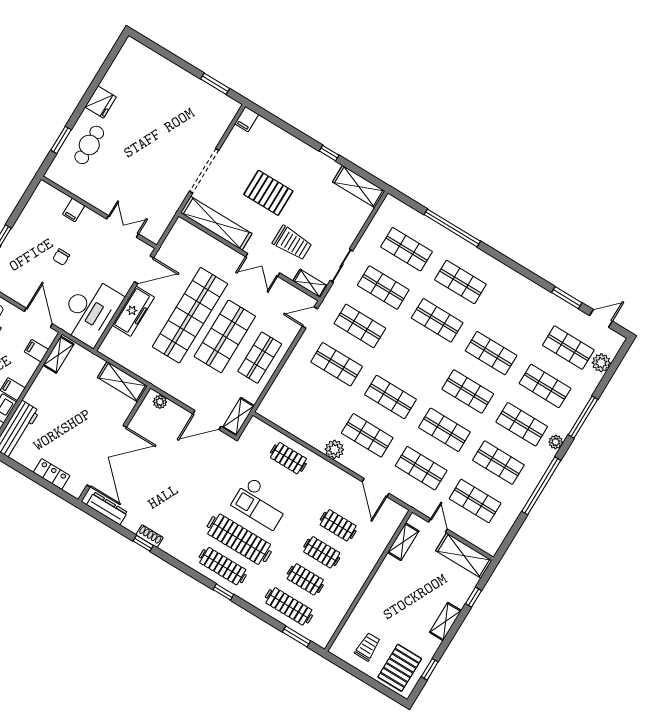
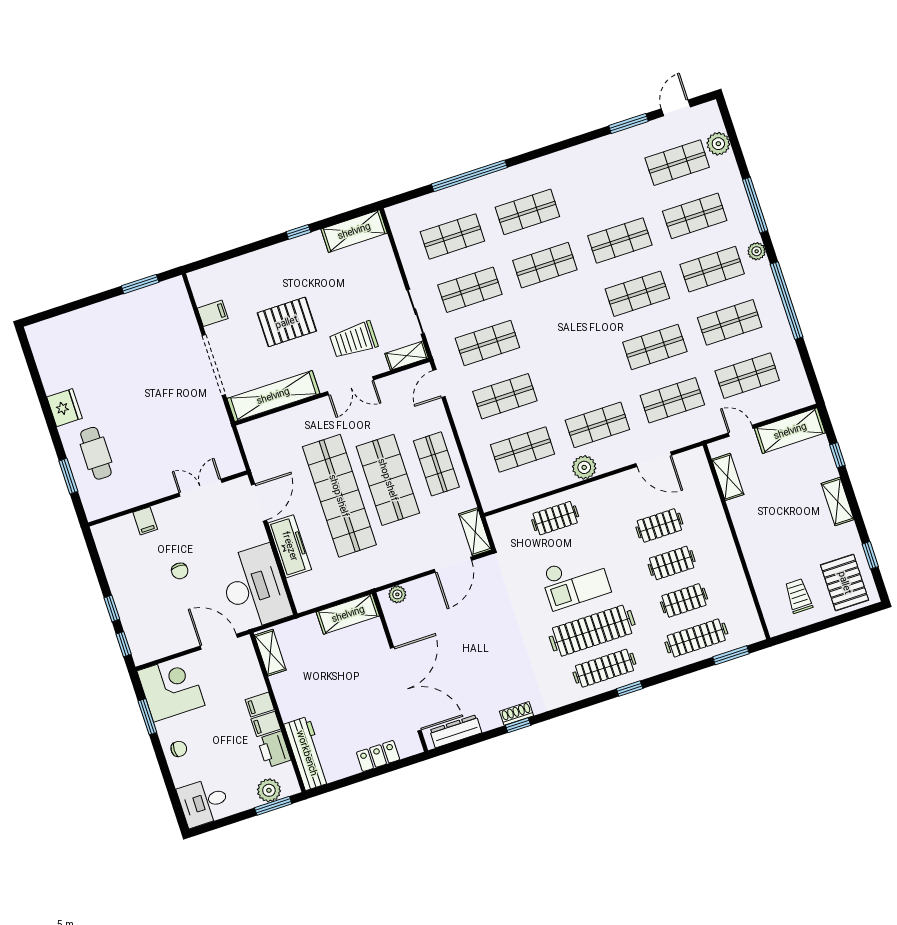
filing cabinet: (247, 119) -> (213, 313), moved, turned -90
trolley: (292, 243) -> (354, 340), turned 180
filing cabinet: (36, 351) -> (260, 705), moved
shop shelf: (391, 397) -> (522, 449), moved

